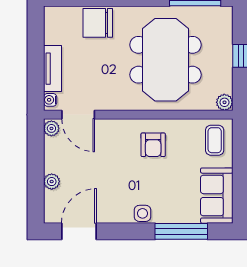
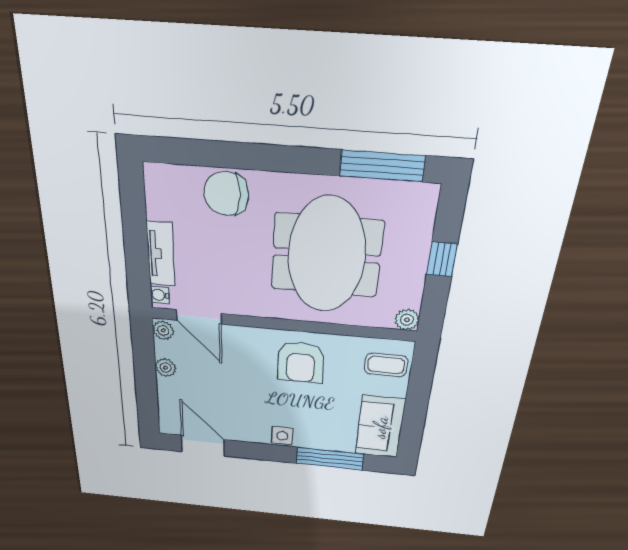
coffee table: (215, 140) -> (386, 365), turned 90
armchair: (153, 145) -> (301, 362), width x1.38, depth x1.38
plant: (52, 182) -> (166, 368), moved
door: (79, 231) -> (203, 446), hinge flipped

